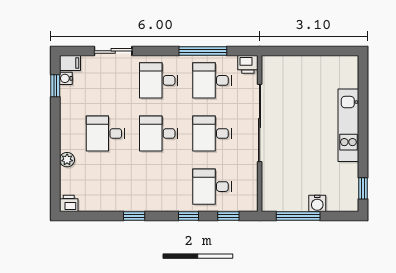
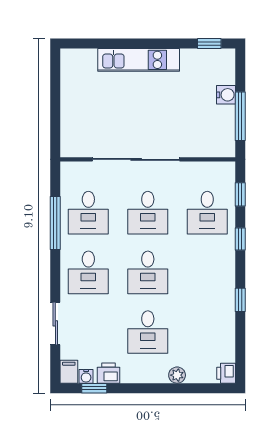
printer: (248, 64) -> (109, 373), moved, turned -90

